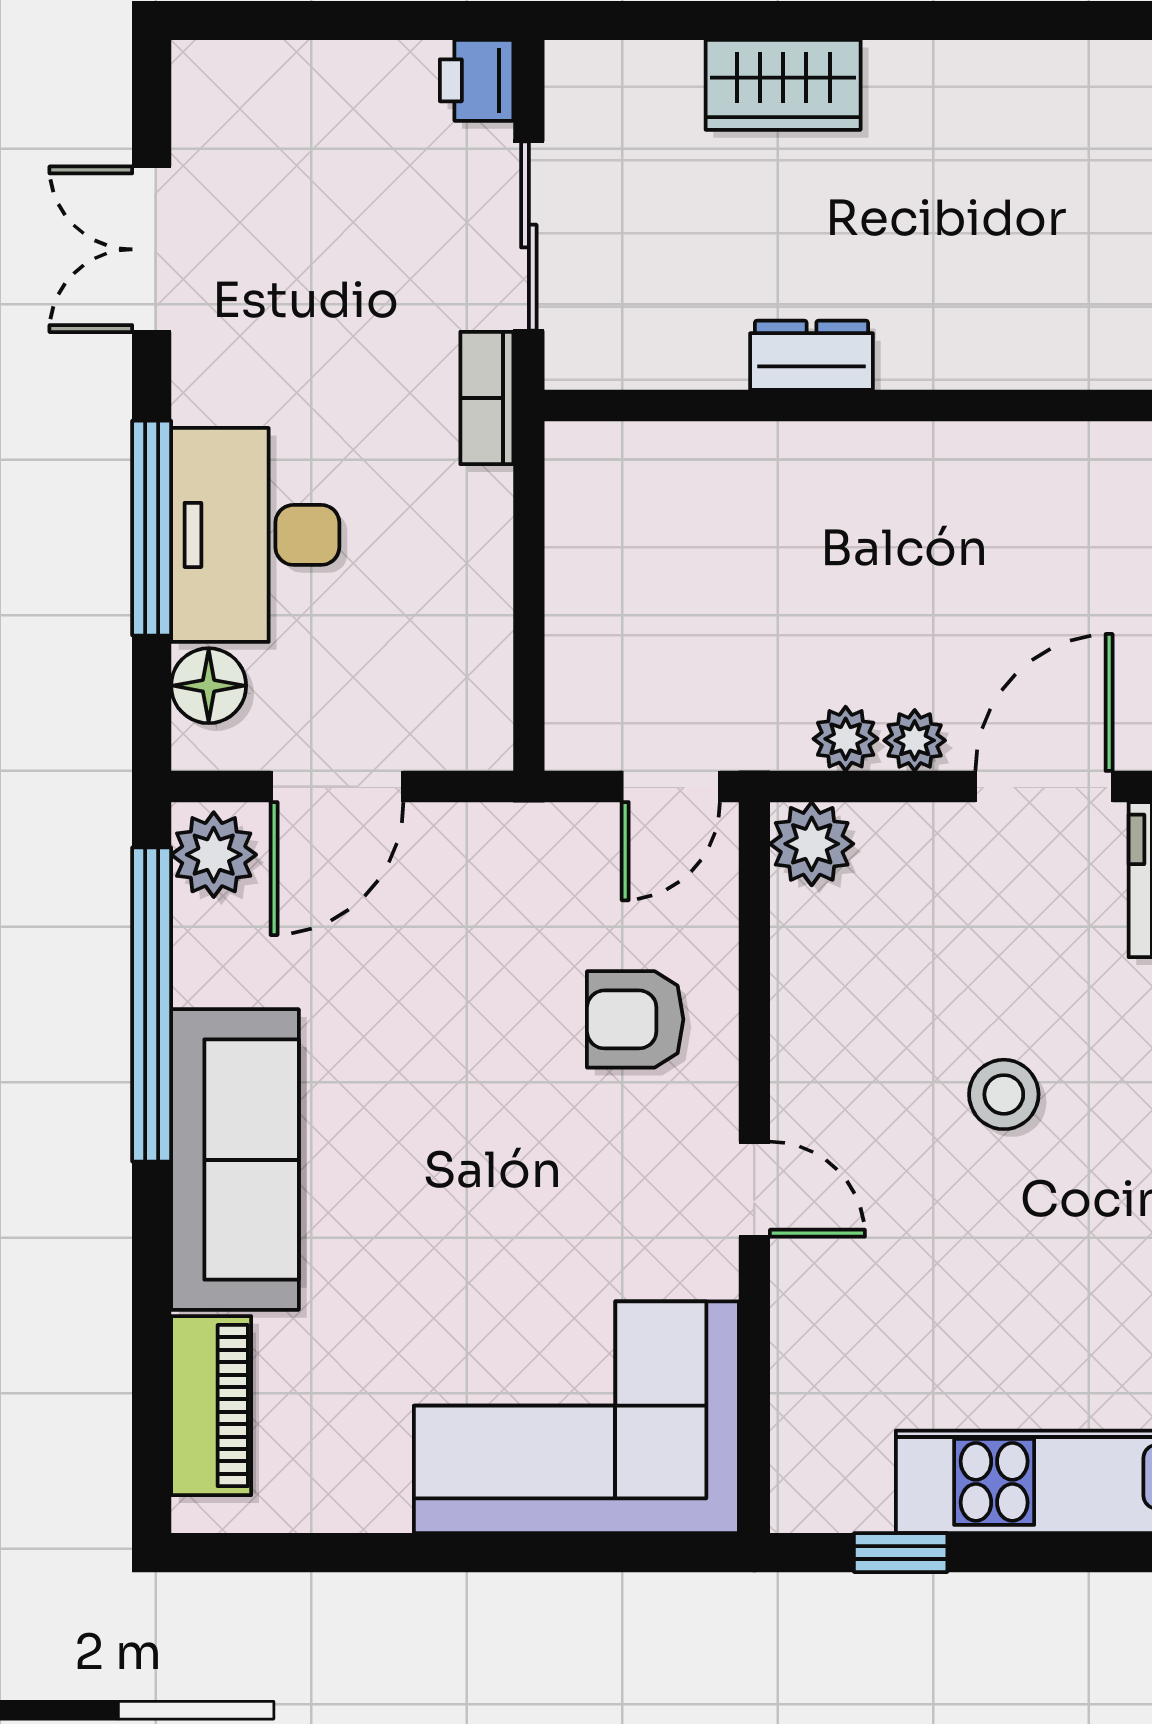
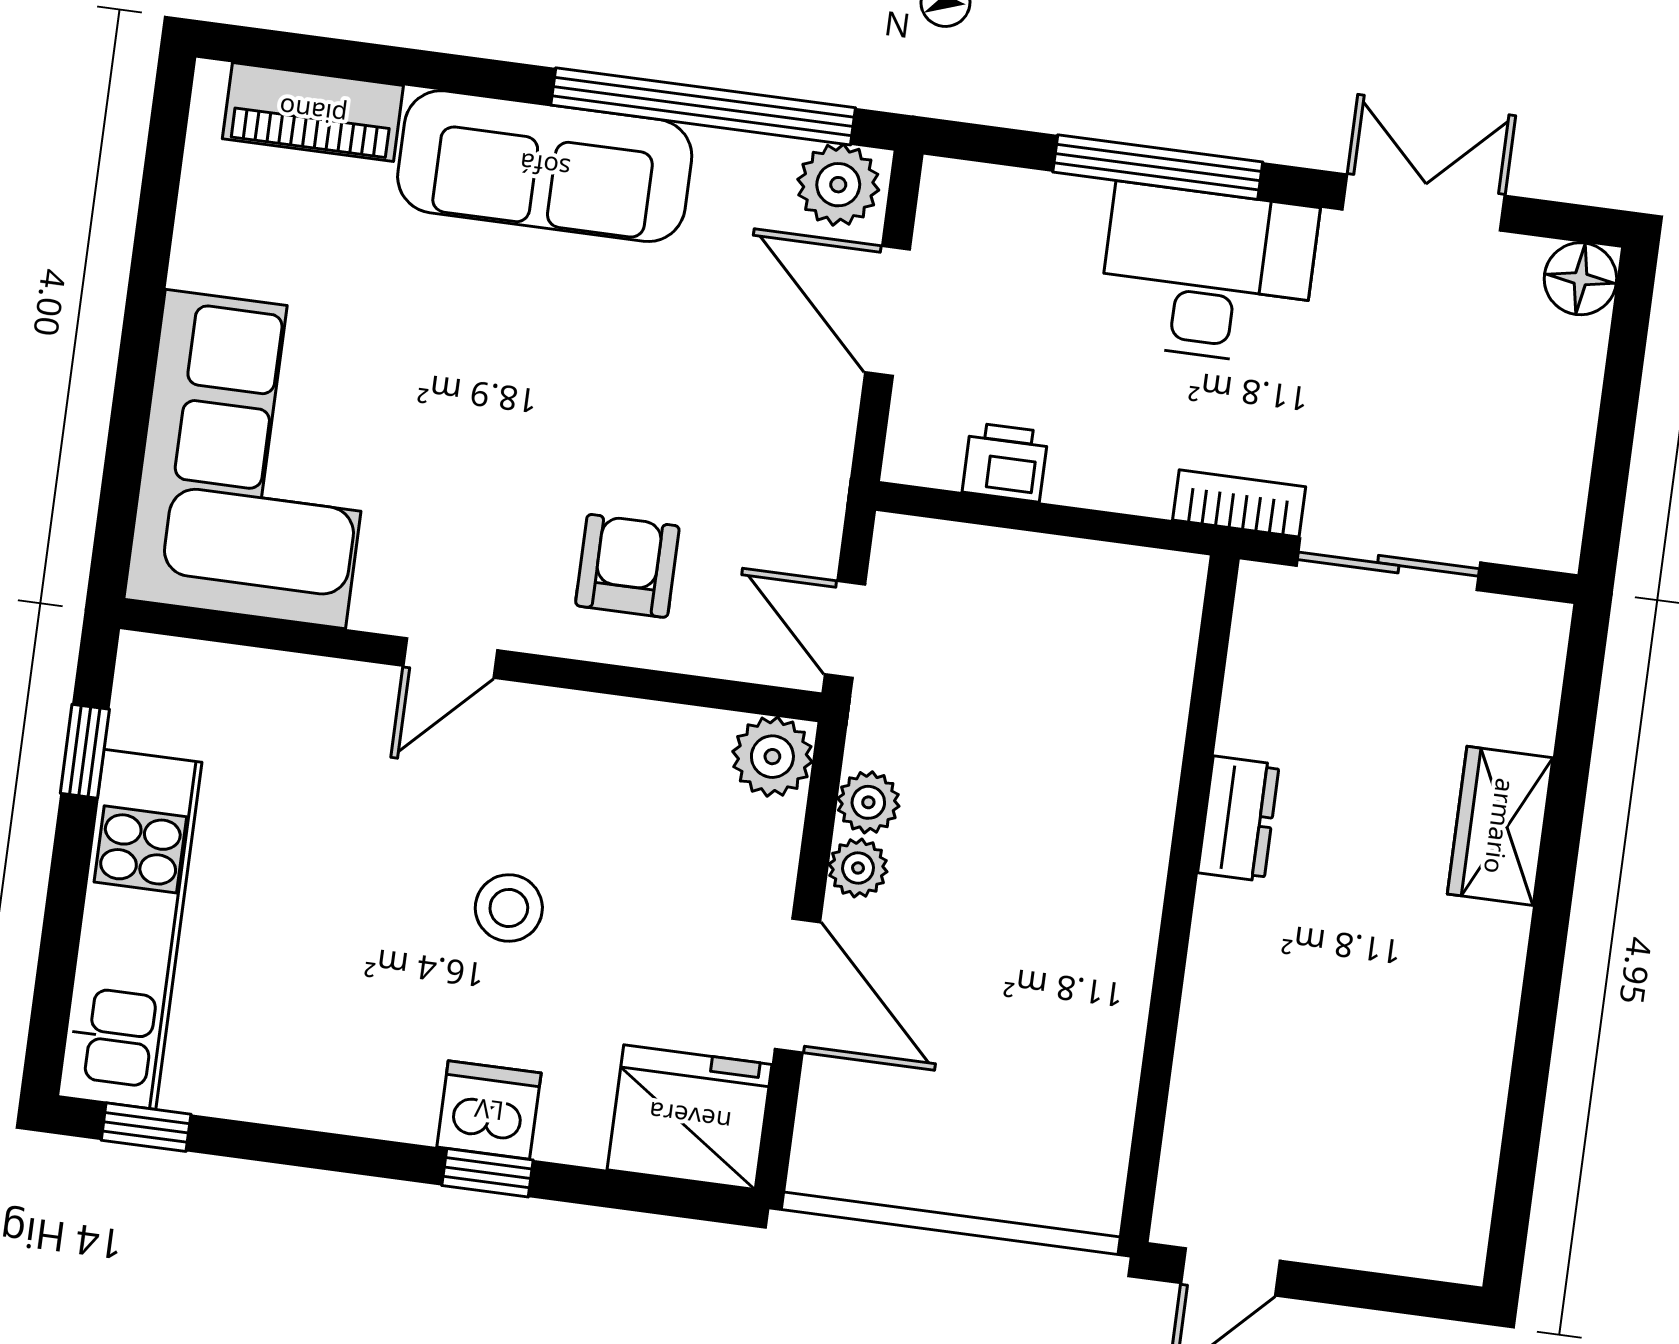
printer: (477, 80) -> (1005, 462), moved
desk: (255, 535) -> (1208, 274), moved
floor lamp: (209, 686) -> (1580, 279), moved

